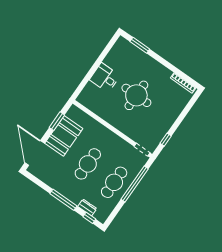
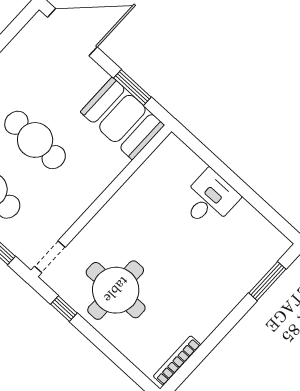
round table: (136, 95) -> (116, 290), moved
booth: (64, 136) -> (122, 118), moved

